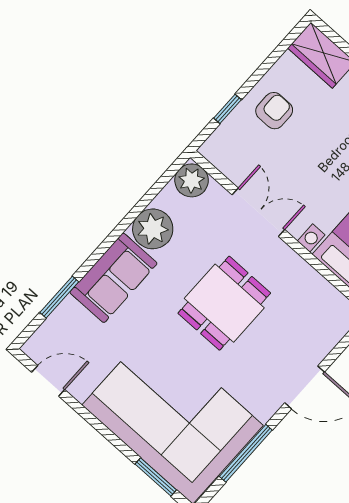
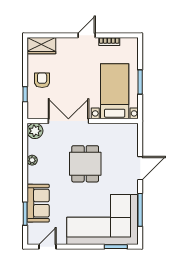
double door: (258, 212) -> (68, 121), width x1.37
plant: (153, 229) -> (32, 160), width x0.53, depth x0.53
sofa: (113, 278) -> (38, 203), moved

